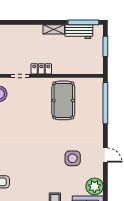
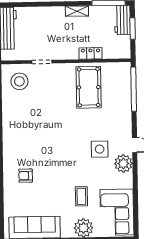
workbench: (79, 32) -> (122, 20), moved, turned 90
locker: (41, 69) -> (90, 53), moved
plant: (95, 186) -> (123, 164), moved

